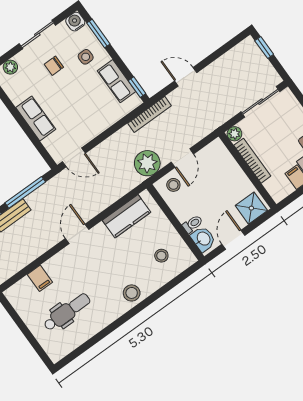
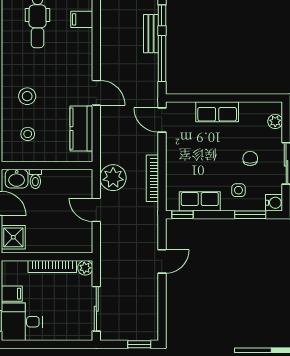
bookcase: (149, 114) -> (152, 178), moved
door: (74, 157) -> (162, 120), hinge flipped
stool: (173, 185) -> (79, 186), removed
door: (77, 234) -> (96, 93), moved
stool: (132, 293) -> (27, 96), moved

